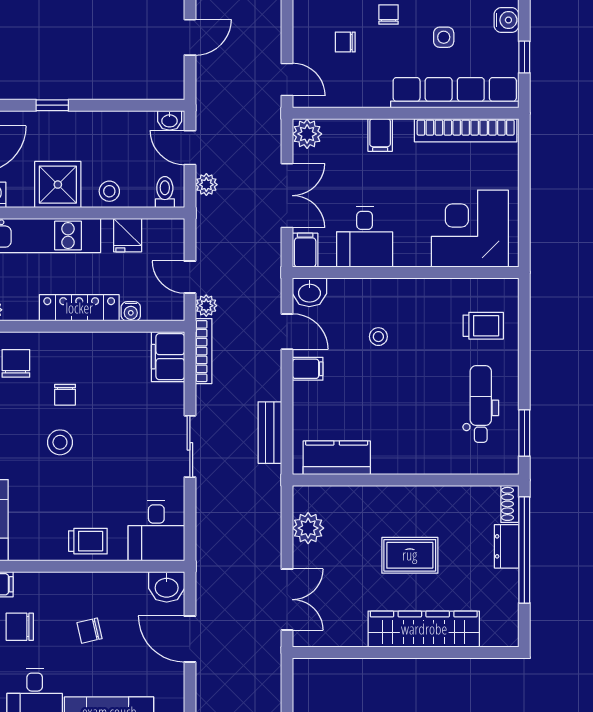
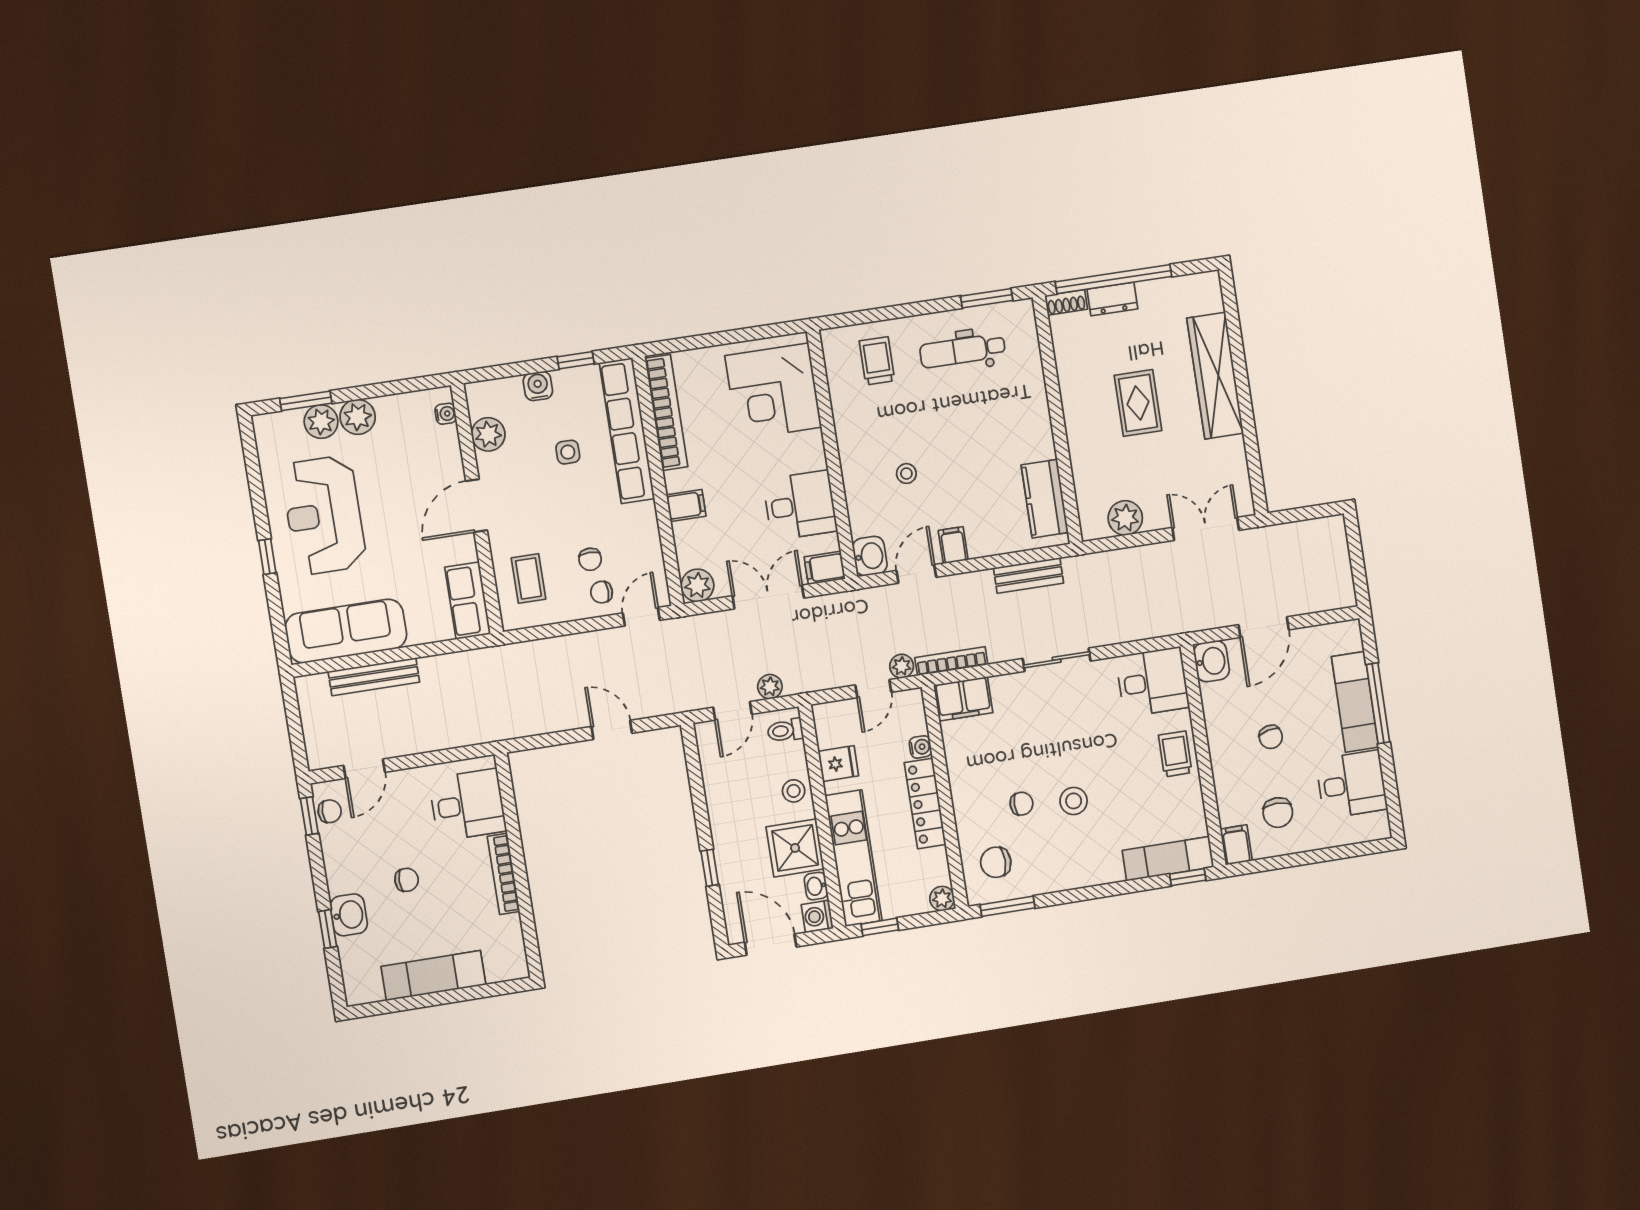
chair: (388, 15) -> (602, 592), moved
washbasin: (170, 120) -> (816, 886), moved, turned 180

